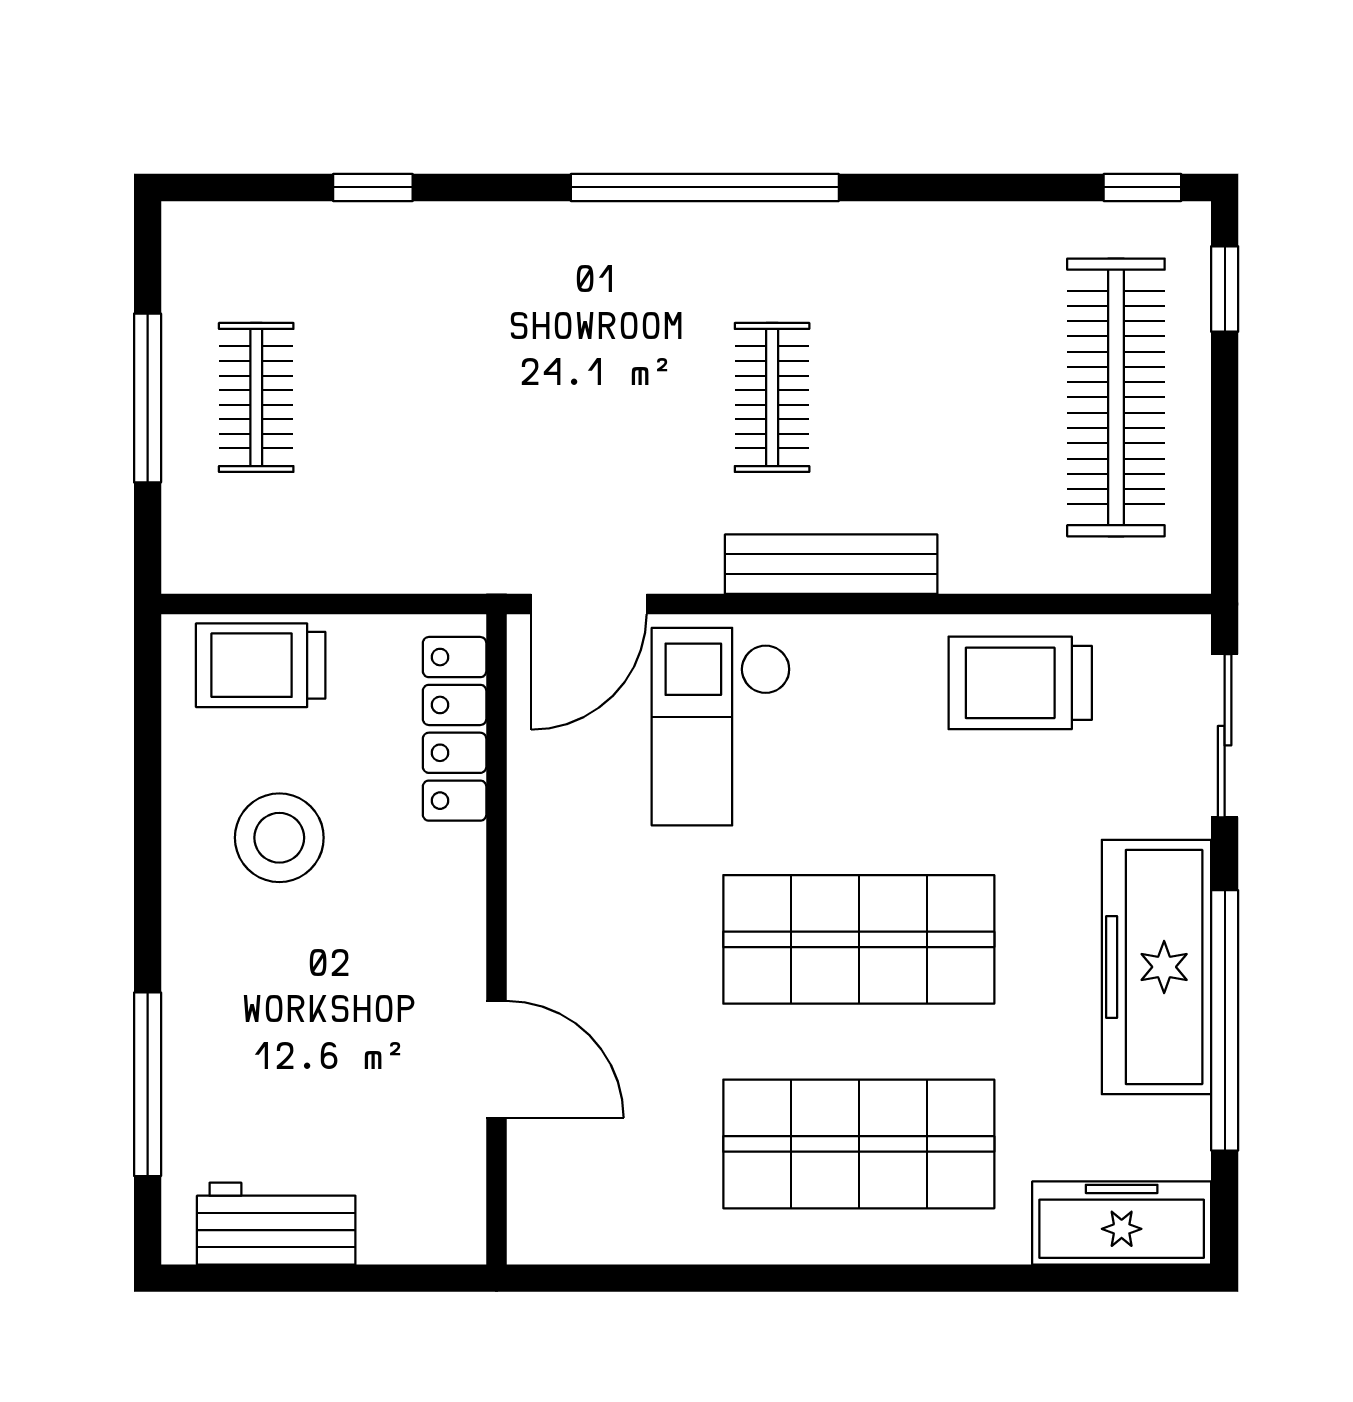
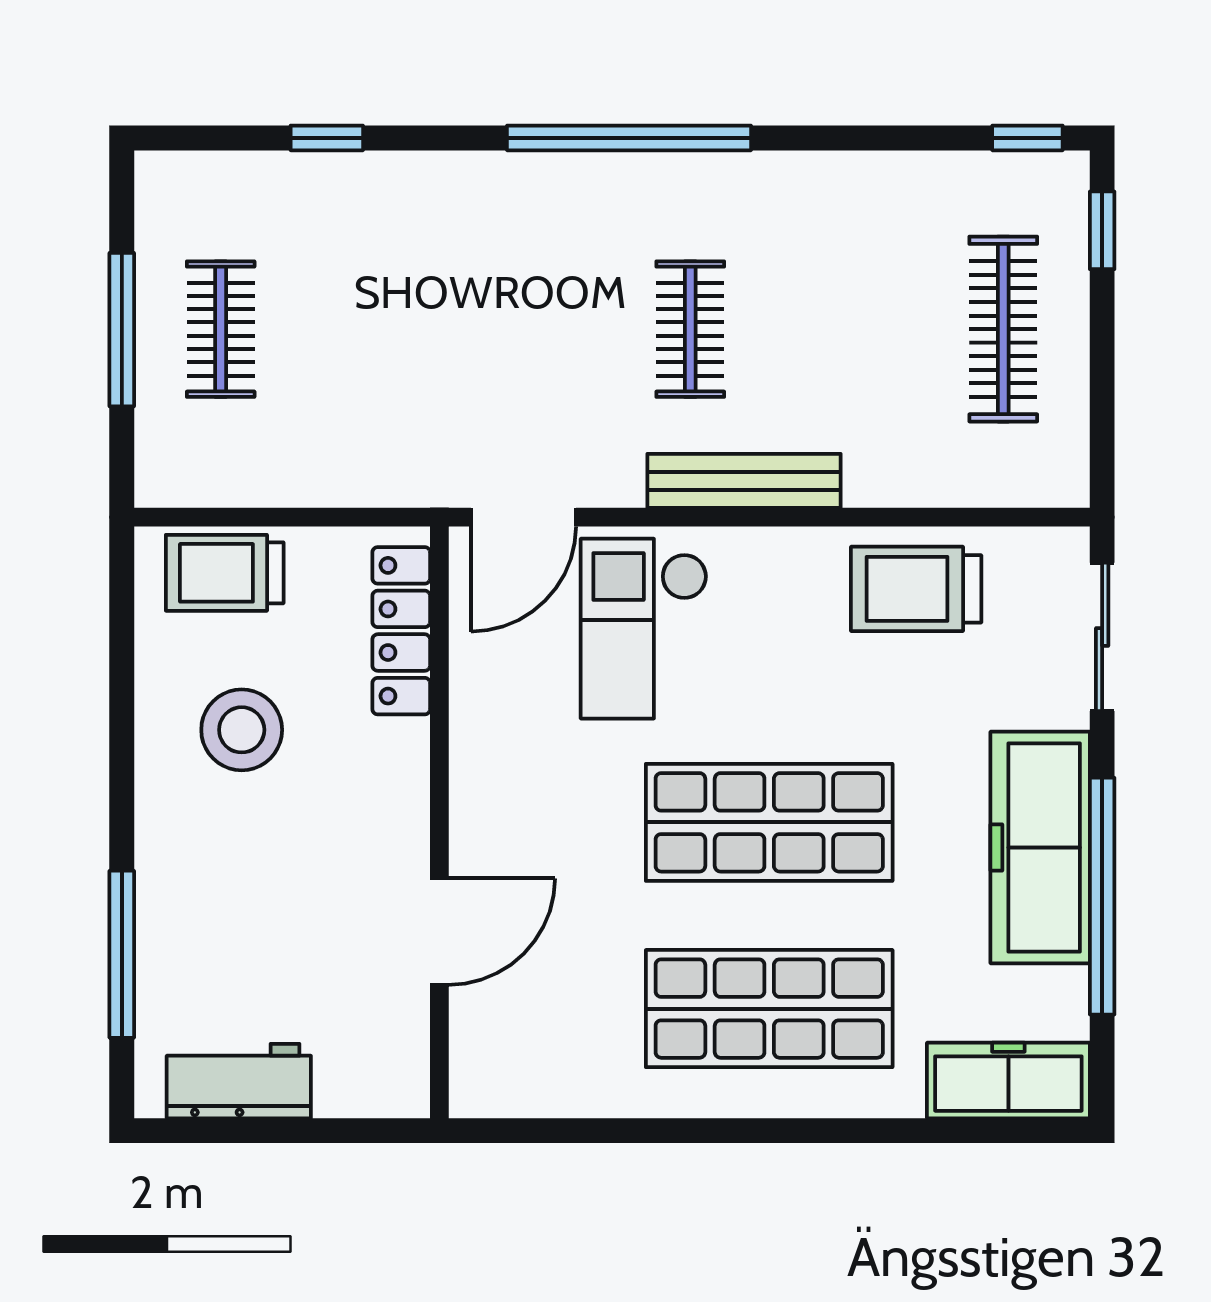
clothes rail: (1116, 397) -> (1003, 329), width x0.73, depth x0.76
door: (496, 1059) -> (439, 932), hinge flipped

